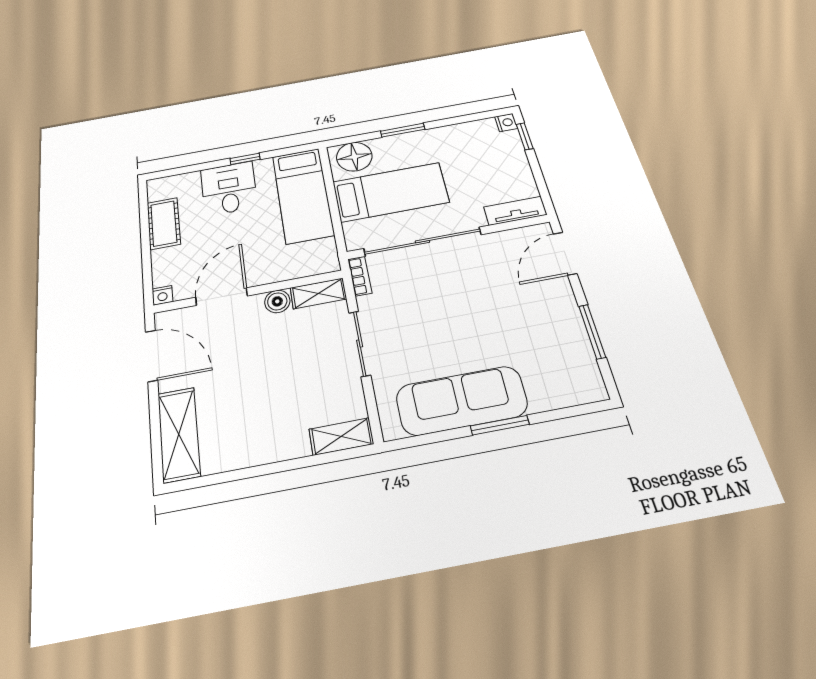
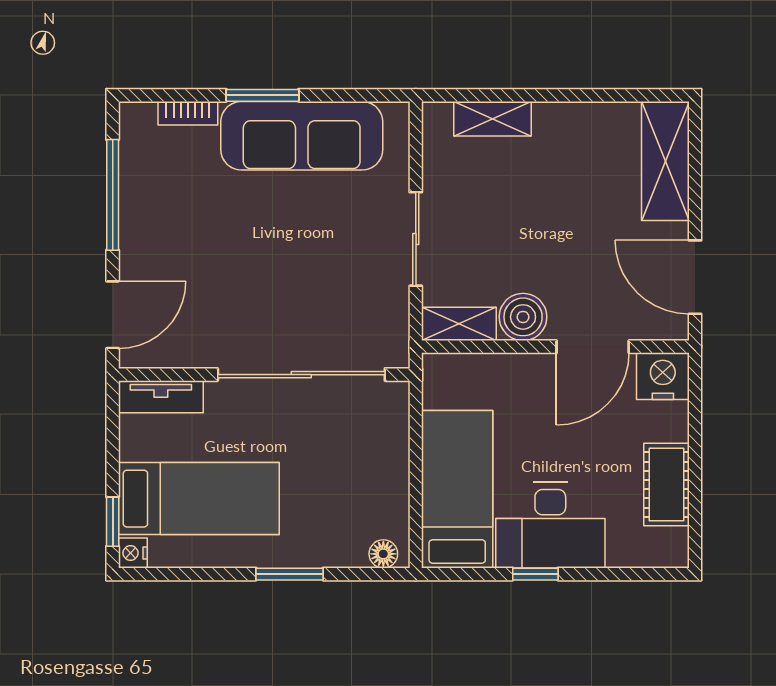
floor lamp: (354, 157) -> (383, 554), width x0.53, depth x0.53
desk: (229, 188) -> (550, 525), width x1.37
bed: (390, 192) -> (199, 499), moved, turned 180
bookcase: (360, 276) -> (188, 113), moved, turned -90
nightstand: (162, 295) -> (663, 376), width x1.89, depth x1.79
boiler: (277, 301) -> (523, 317), width x1.36, depth x1.36
window: (592, 332) -> (113, 195), width x1.44
shelving: (341, 437) -> (493, 119), moved

